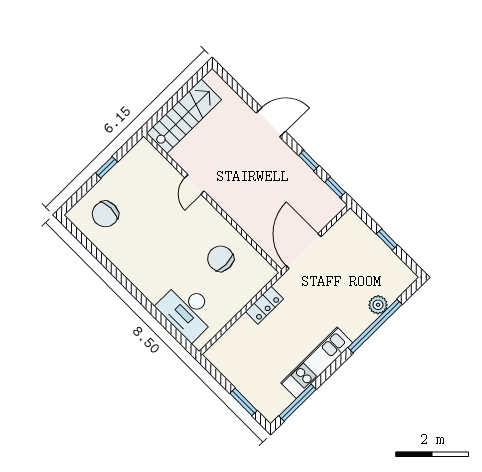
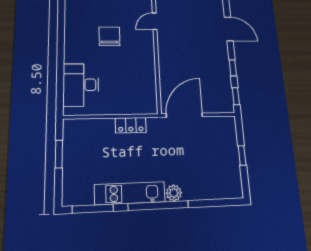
chair: (221, 259) -> (109, 36), moved
plant: (378, 305) -> (174, 193), moved
window: (375, 326) -> (158, 206), moved
window: (243, 402) -> (59, 154), moved

